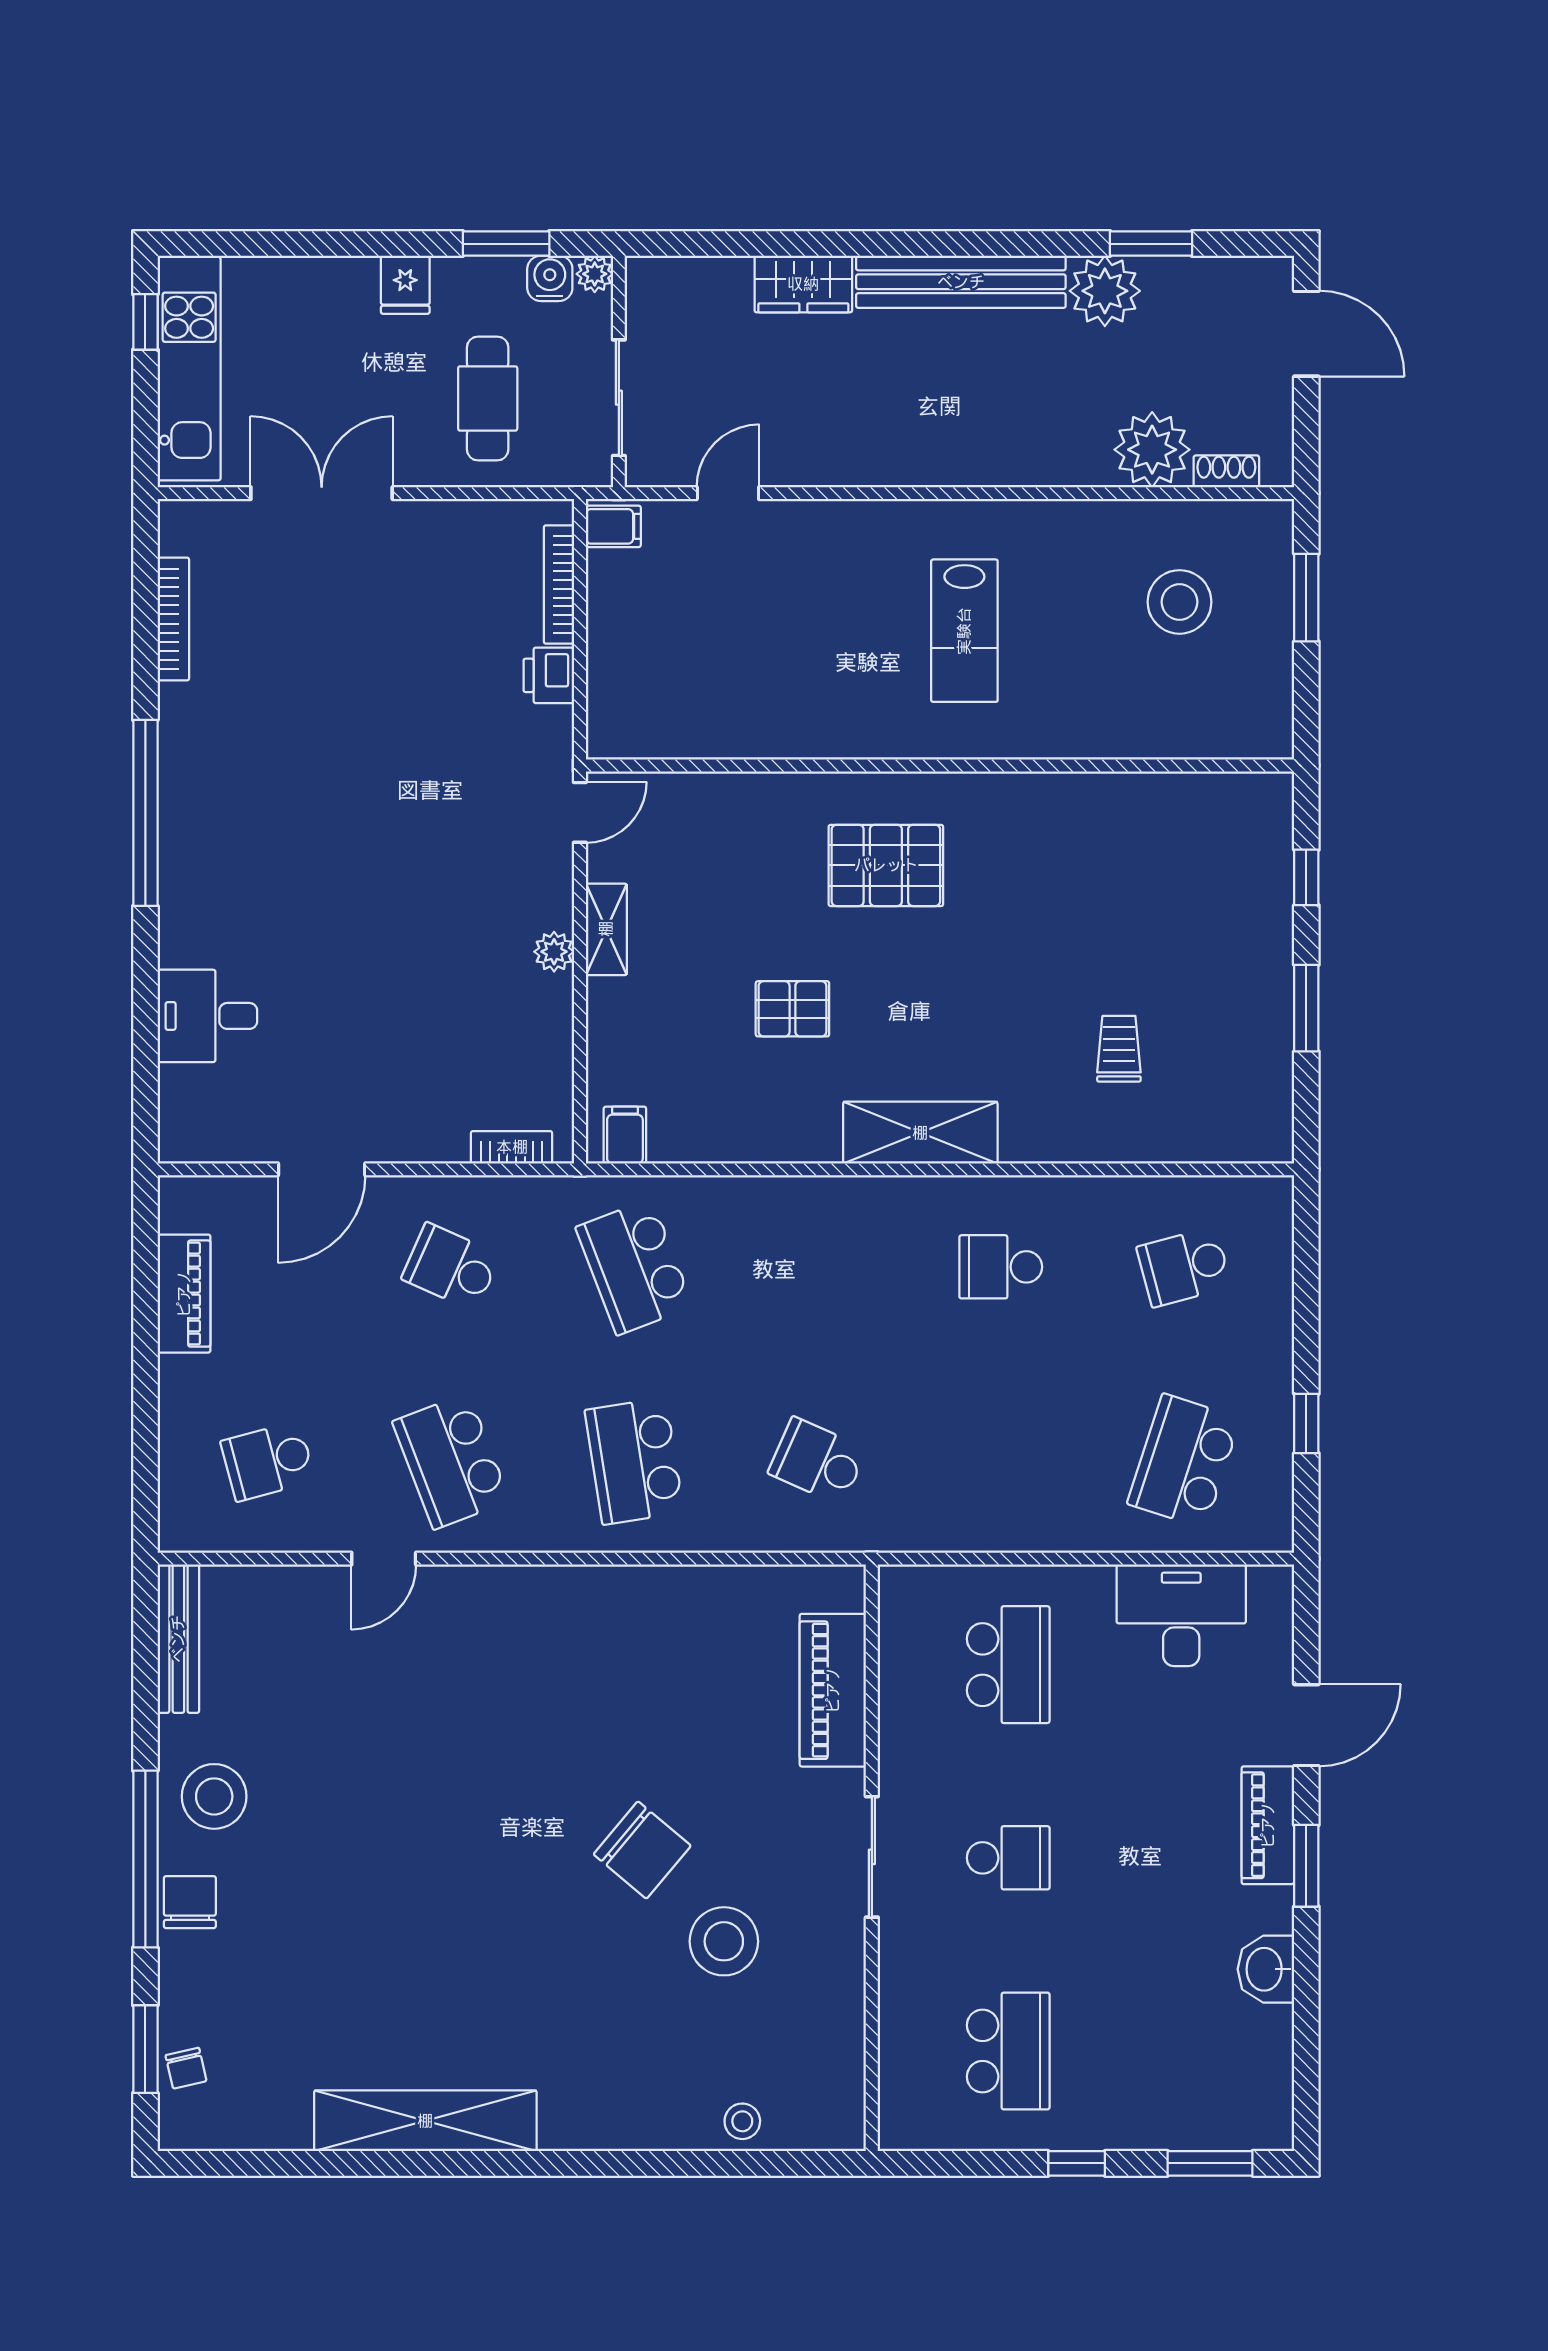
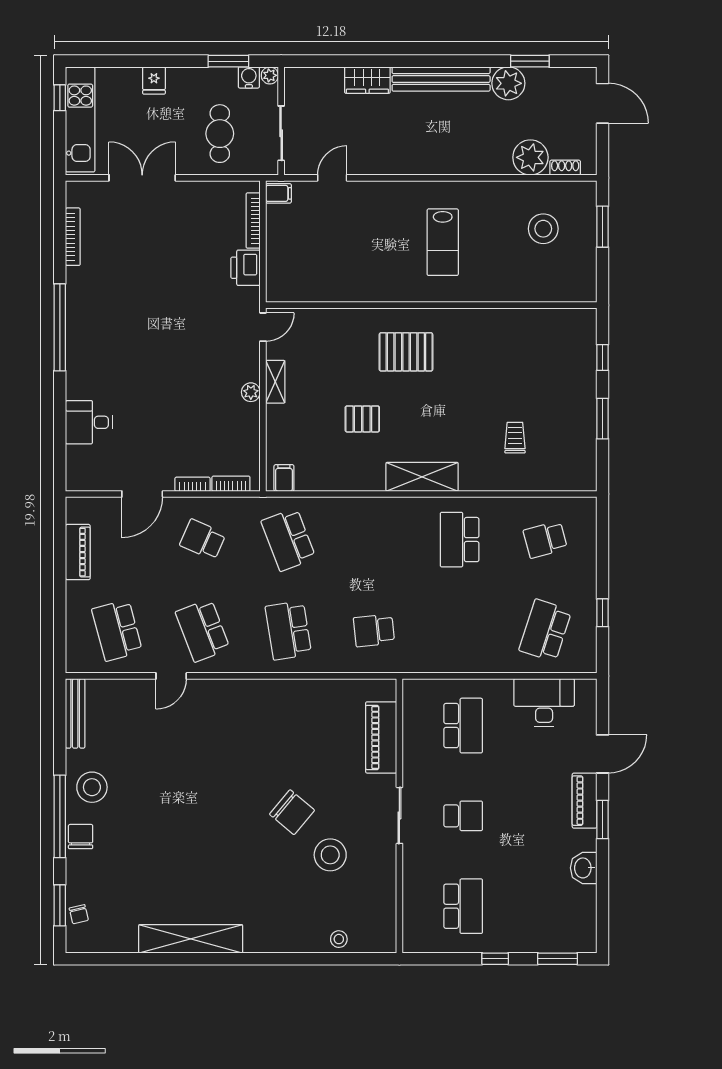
fridge: (405, 285) -> (154, 80), moved
printer: (549, 675) -> (246, 268), width x1.36, depth x1.24
bookcase: (429, 1148) -> (193, 484), added
school desk: (1001, 1267) -> (460, 540), width x1.85
school desk: (268, 1461) -> (117, 630), width x1.85
school desk: (817, 1461) -> (374, 630), turned -30

